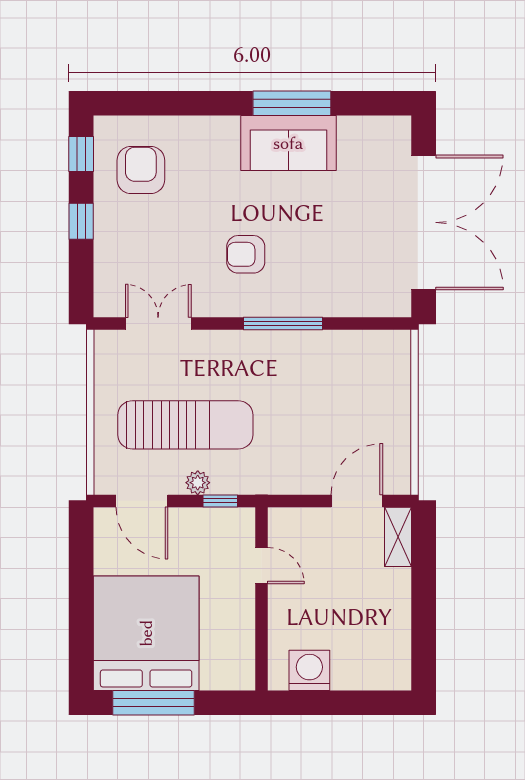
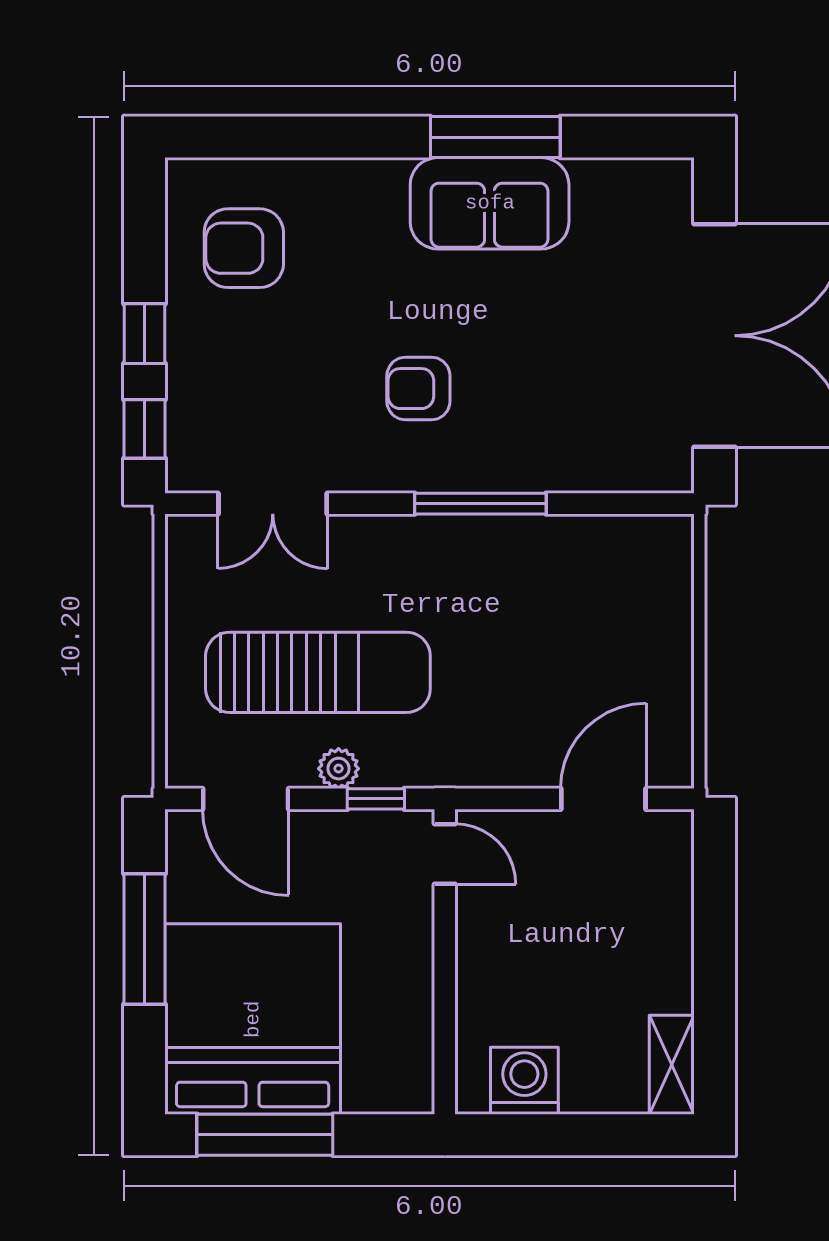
window: (81, 154) -> (144, 429), moved
armchair: (141, 170) -> (244, 248), turned -90
double door: (158, 323) -> (273, 504), swing flipped
shelving: (398, 537) -> (672, 1065), moved
door: (262, 566) -> (445, 854), moved
window: (81, 585) -> (144, 939), added

